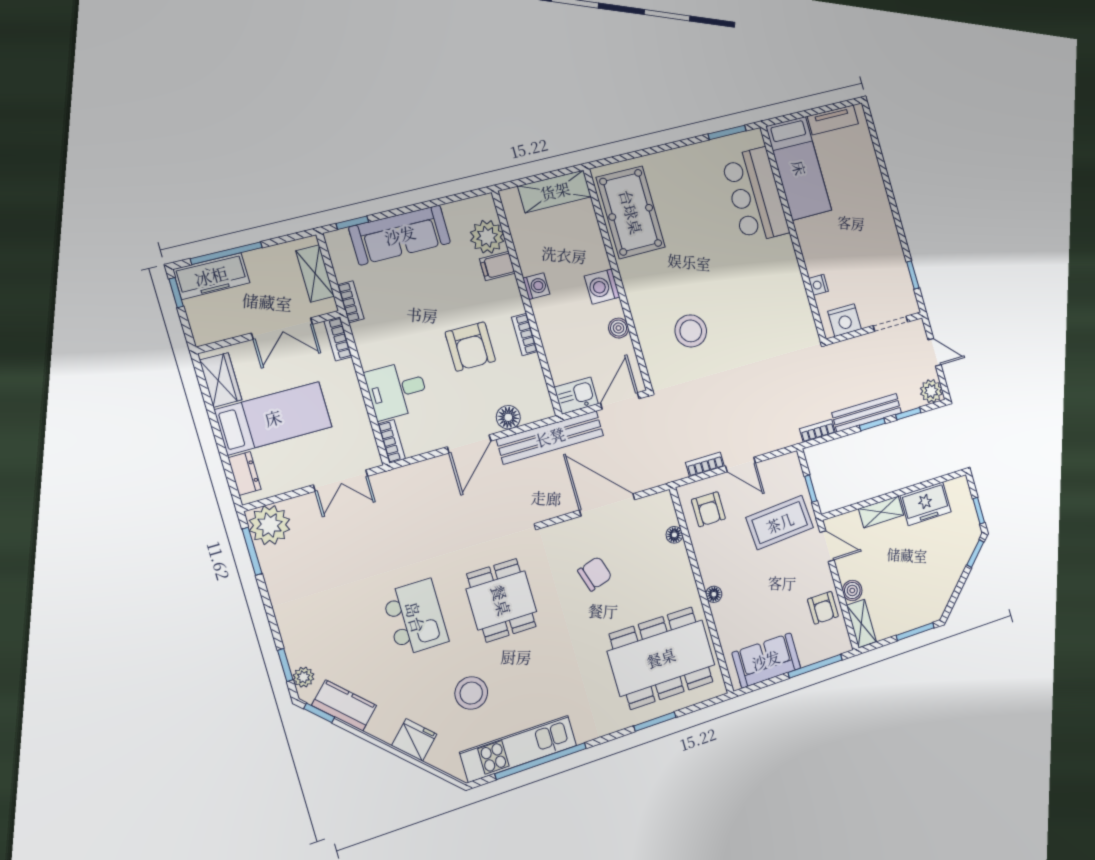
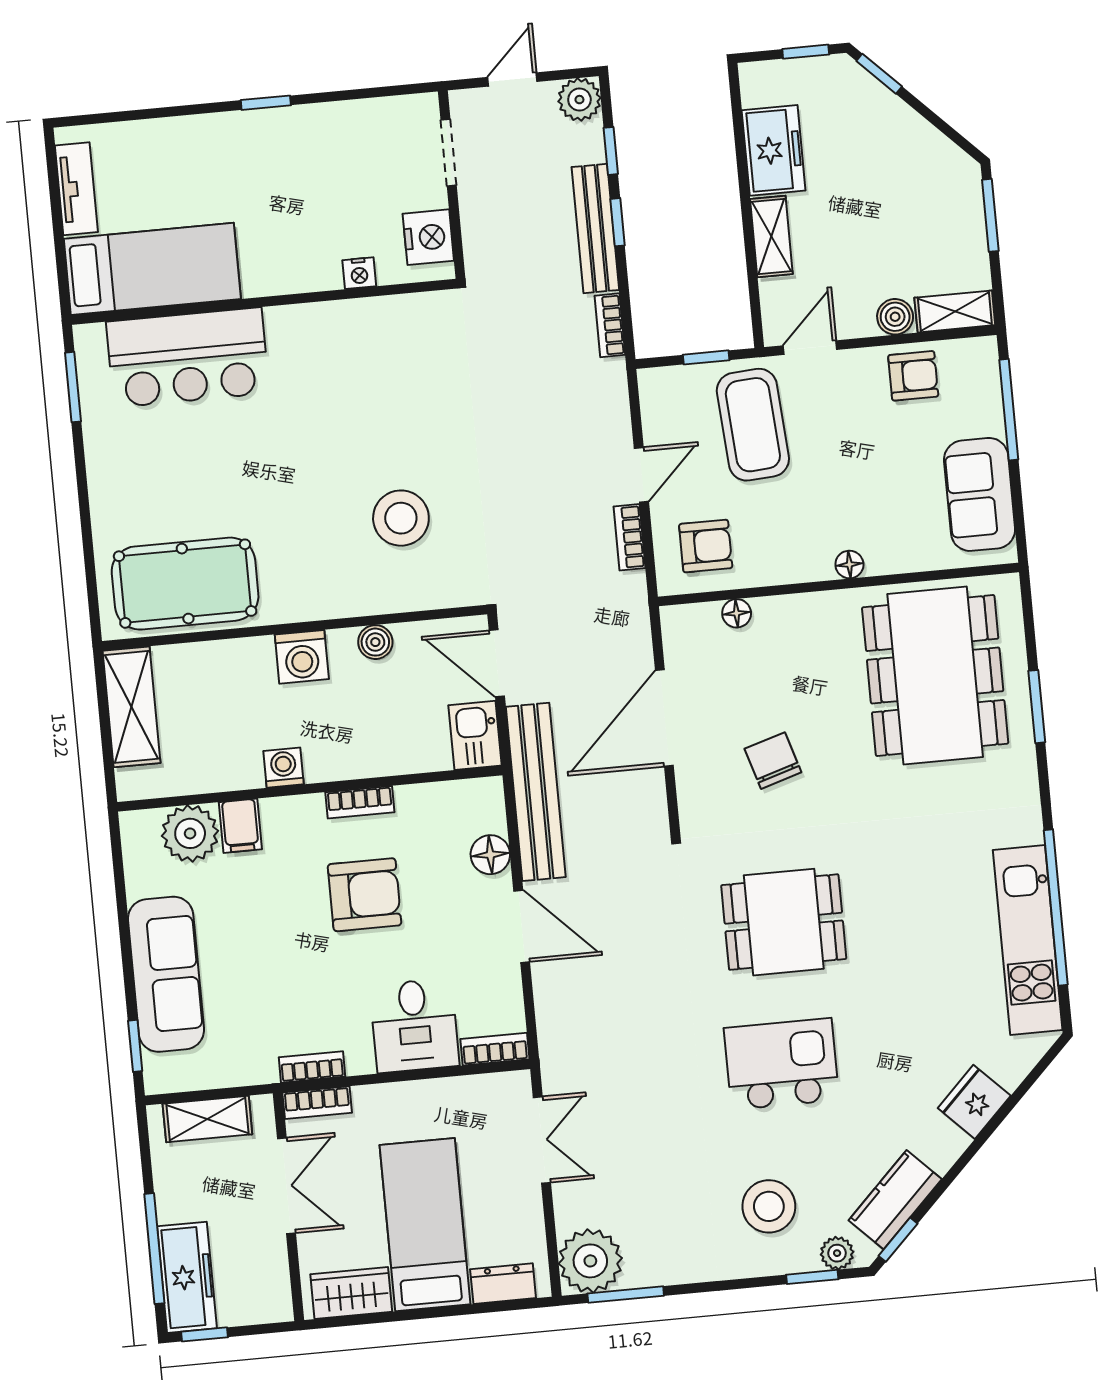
window: (913, 275) -> (266, 103), moved
bookcase: (351, 302) -> (312, 1067), moved
stool: (471, 693) -> (769, 1206), moved

